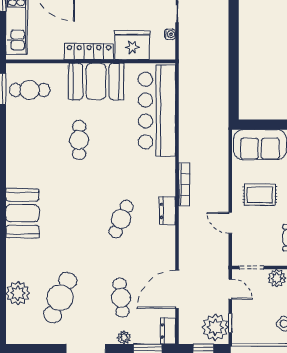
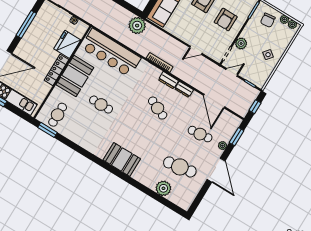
rug: (260, 195) -> (190, 25), removed
cafe table: (60, 298) -> (180, 167), turned -33
plant: (215, 327) -> (137, 26), moved
dresser: (168, 331) -> (184, 89), moved

